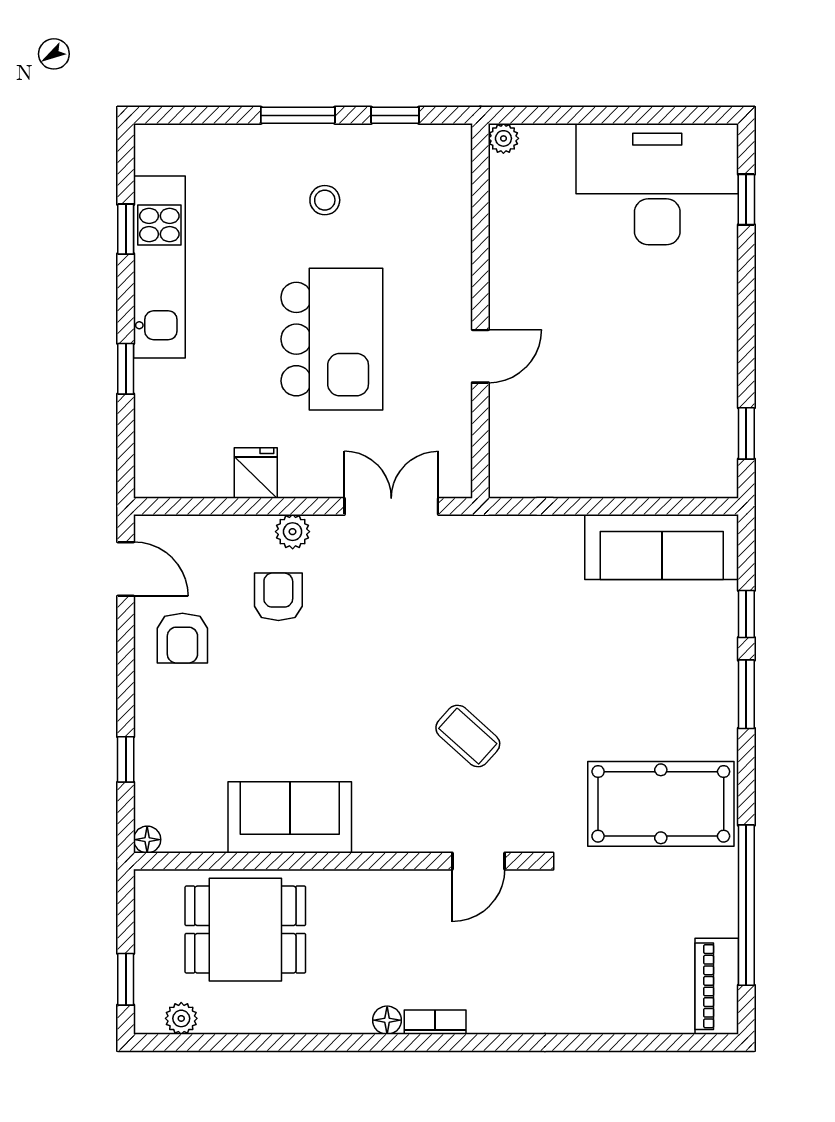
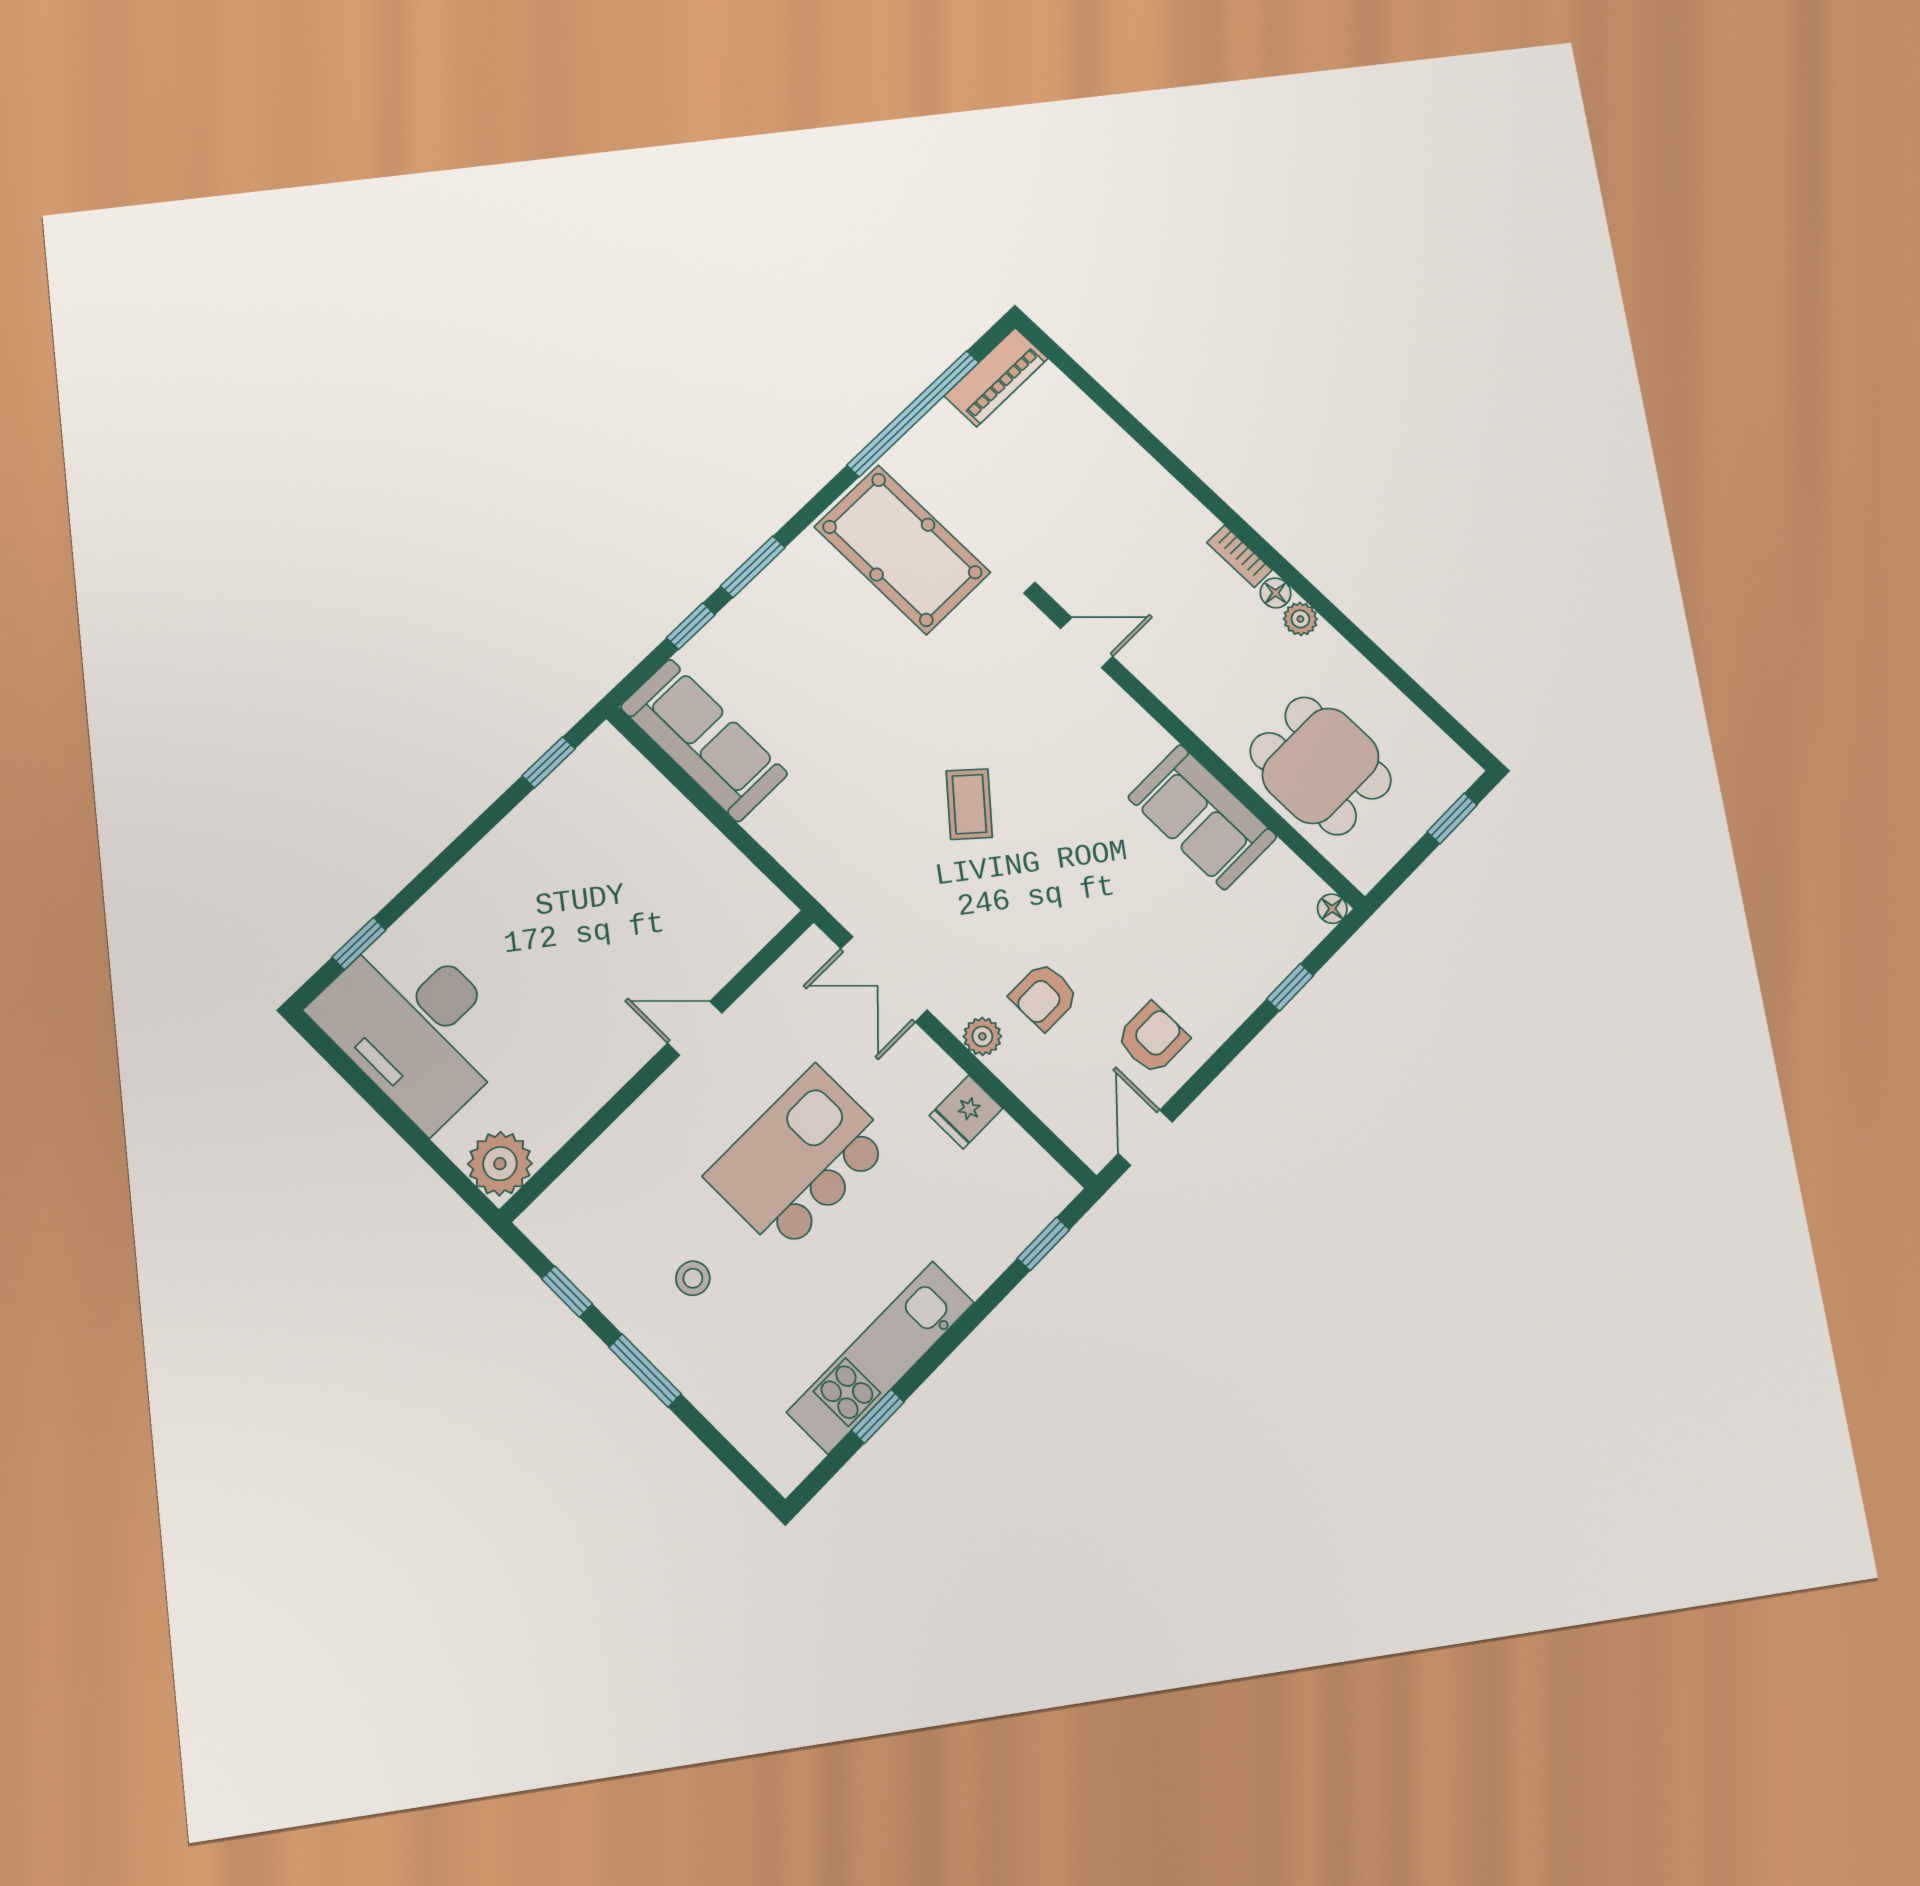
plant: (503, 138) -> (500, 1164), width x1.87, depth x1.87
window: (126, 369) -> (1043, 1244), moved
coffee table: (468, 736) -> (969, 804), moved
plant: (181, 1018) -> (1300, 619), moved

